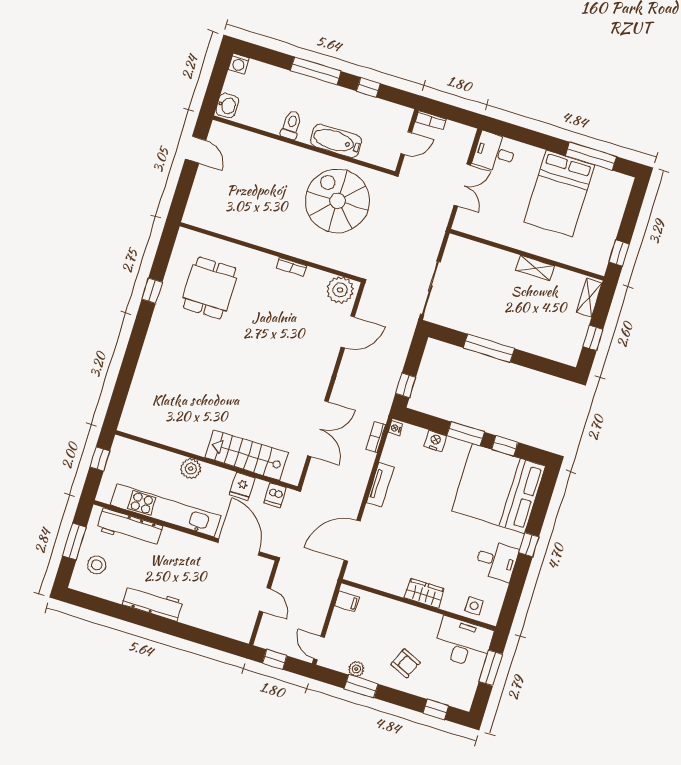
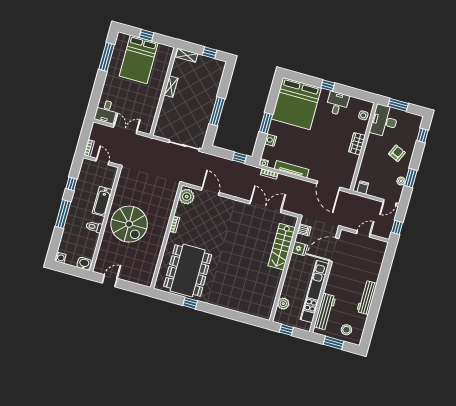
bed: (559, 193) -> (139, 59), moved, turned 90
spiral stairs: (337, 201) -> (129, 224), moved, turned -90
window: (619, 253) -> (146, 35), moved
dining table: (210, 288) -> (188, 271), width x1.88, depth x1.24
window: (505, 446) -> (272, 101), removed
plant: (191, 469) -> (283, 304), moved
tv unit: (380, 485) -> (292, 169), width x1.41

